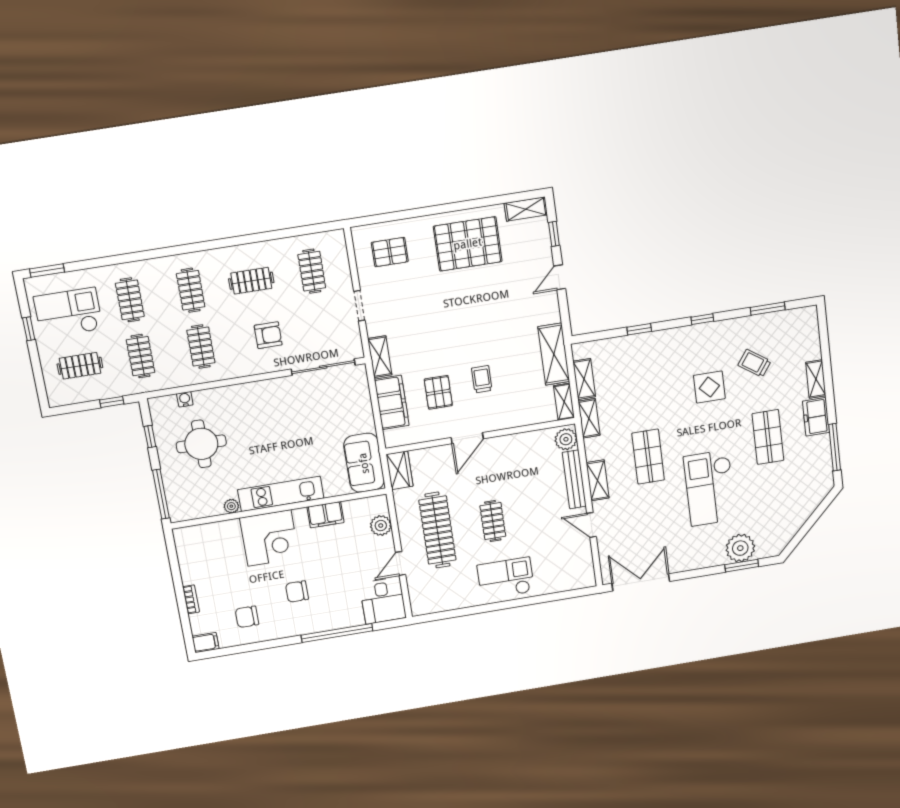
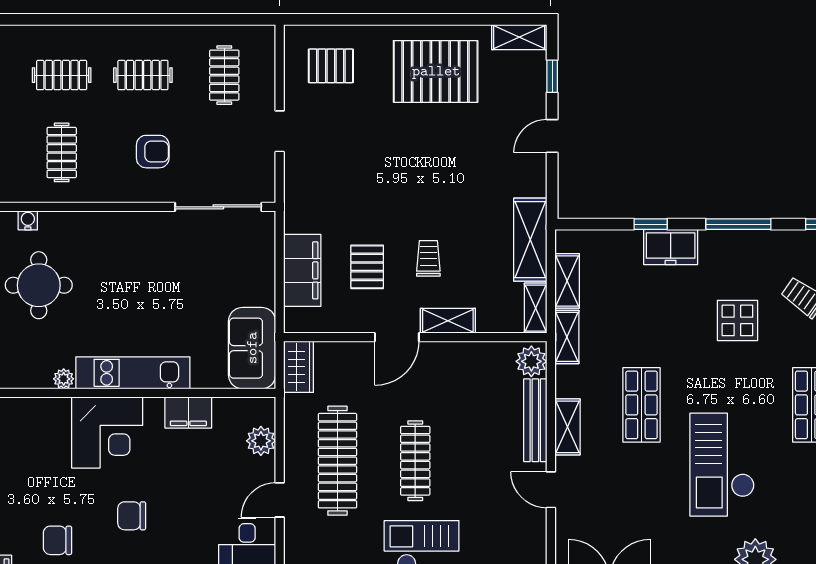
clothes rail: (191, 290) -> (62, 75), turned 90
window: (702, 319) -> (738, 224), width x2.17
freezer: (655, 343) -> (671, 247), added
shelving: (380, 357) -> (448, 321), moved, turned 90
clothes rail: (493, 521) -> (415, 461), width x1.36

